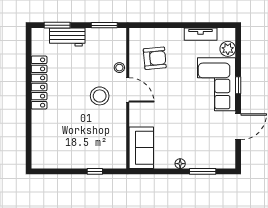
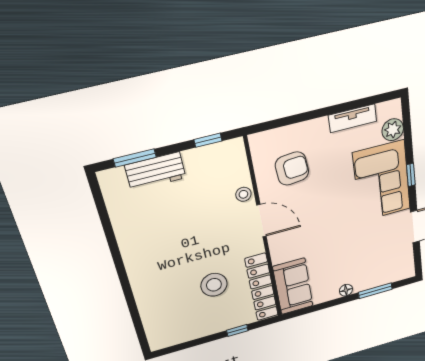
window: (104, 25) -> (208, 140), width x0.67
locker: (39, 83) -> (262, 287), moved, turned 180
stool: (100, 96) -> (214, 285), moved

